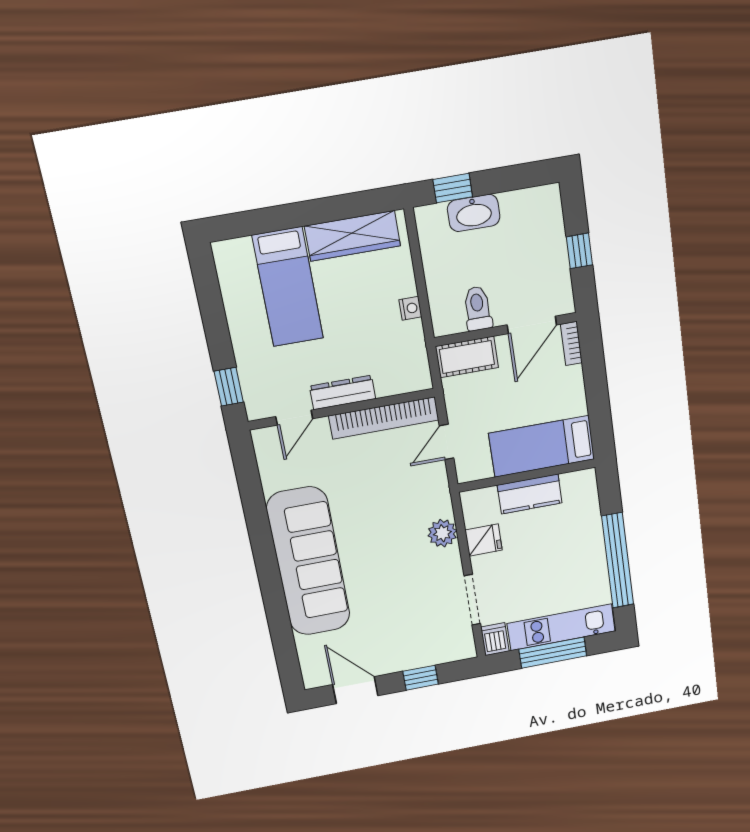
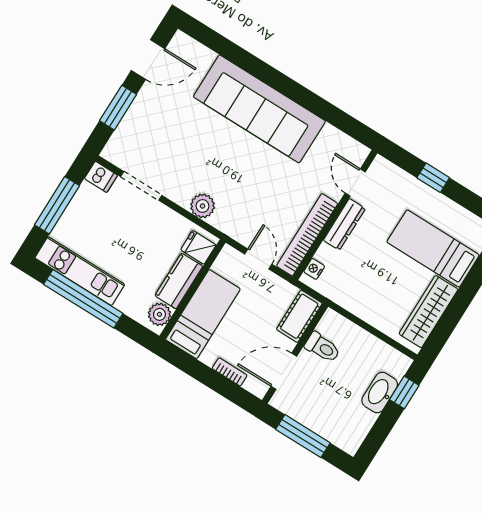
window: (579, 251) -> (303, 436), width x2.17
nightstand: (410, 308) -> (314, 269), moved, turned 90
door: (532, 325) -> (284, 371), hinge flipped
bookcase: (571, 344) -> (230, 372), moved
window: (229, 387) -> (433, 178), moved
plant: (575, 484) -> (159, 314), added
fridge: (484, 540) -> (198, 247), moved, turned 90
kitchen unit: (561, 627) -> (80, 271), moved, turned -90
window: (421, 678) -> (118, 108), width x1.50

